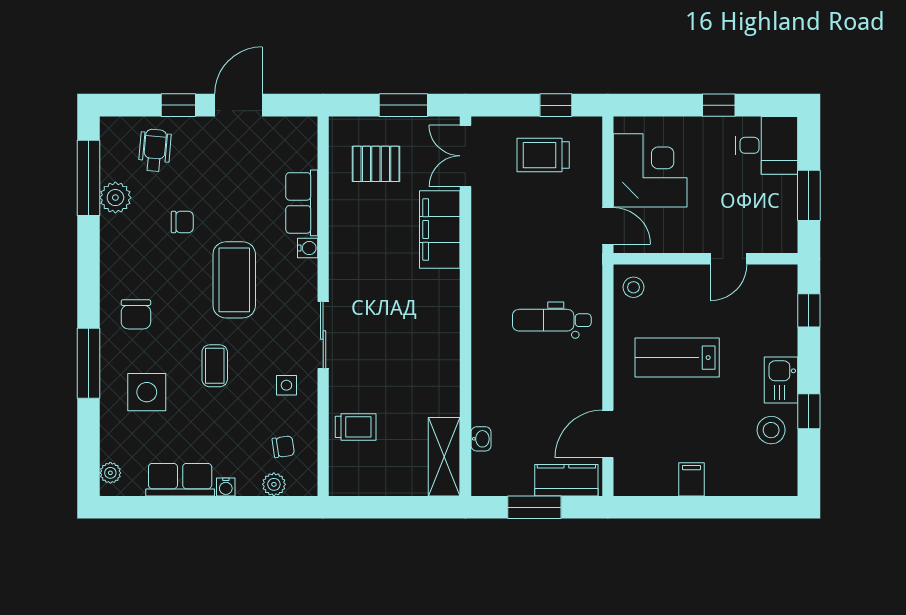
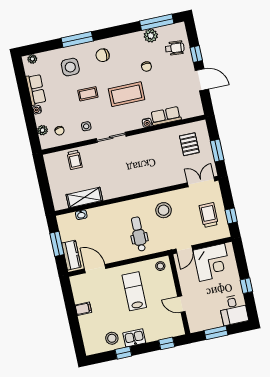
filing cabinet: (440, 229) -> (167, 178), removed
stool: (511, 253) -> (164, 210), added
shelving: (444, 457) -> (84, 197), moved

